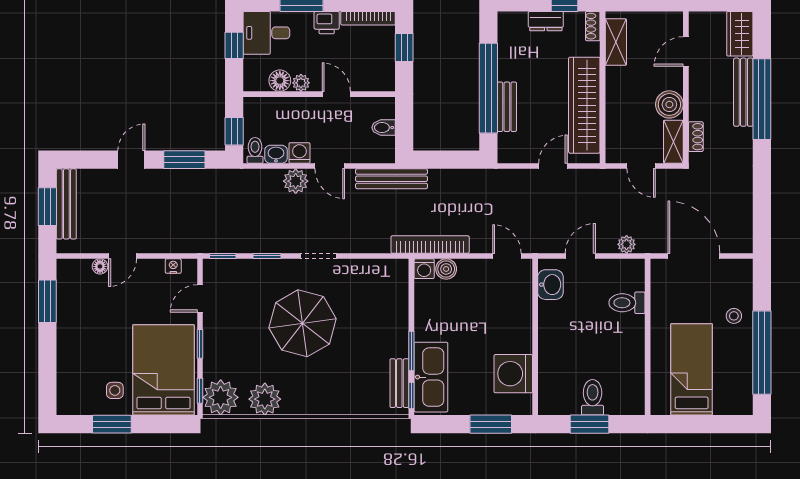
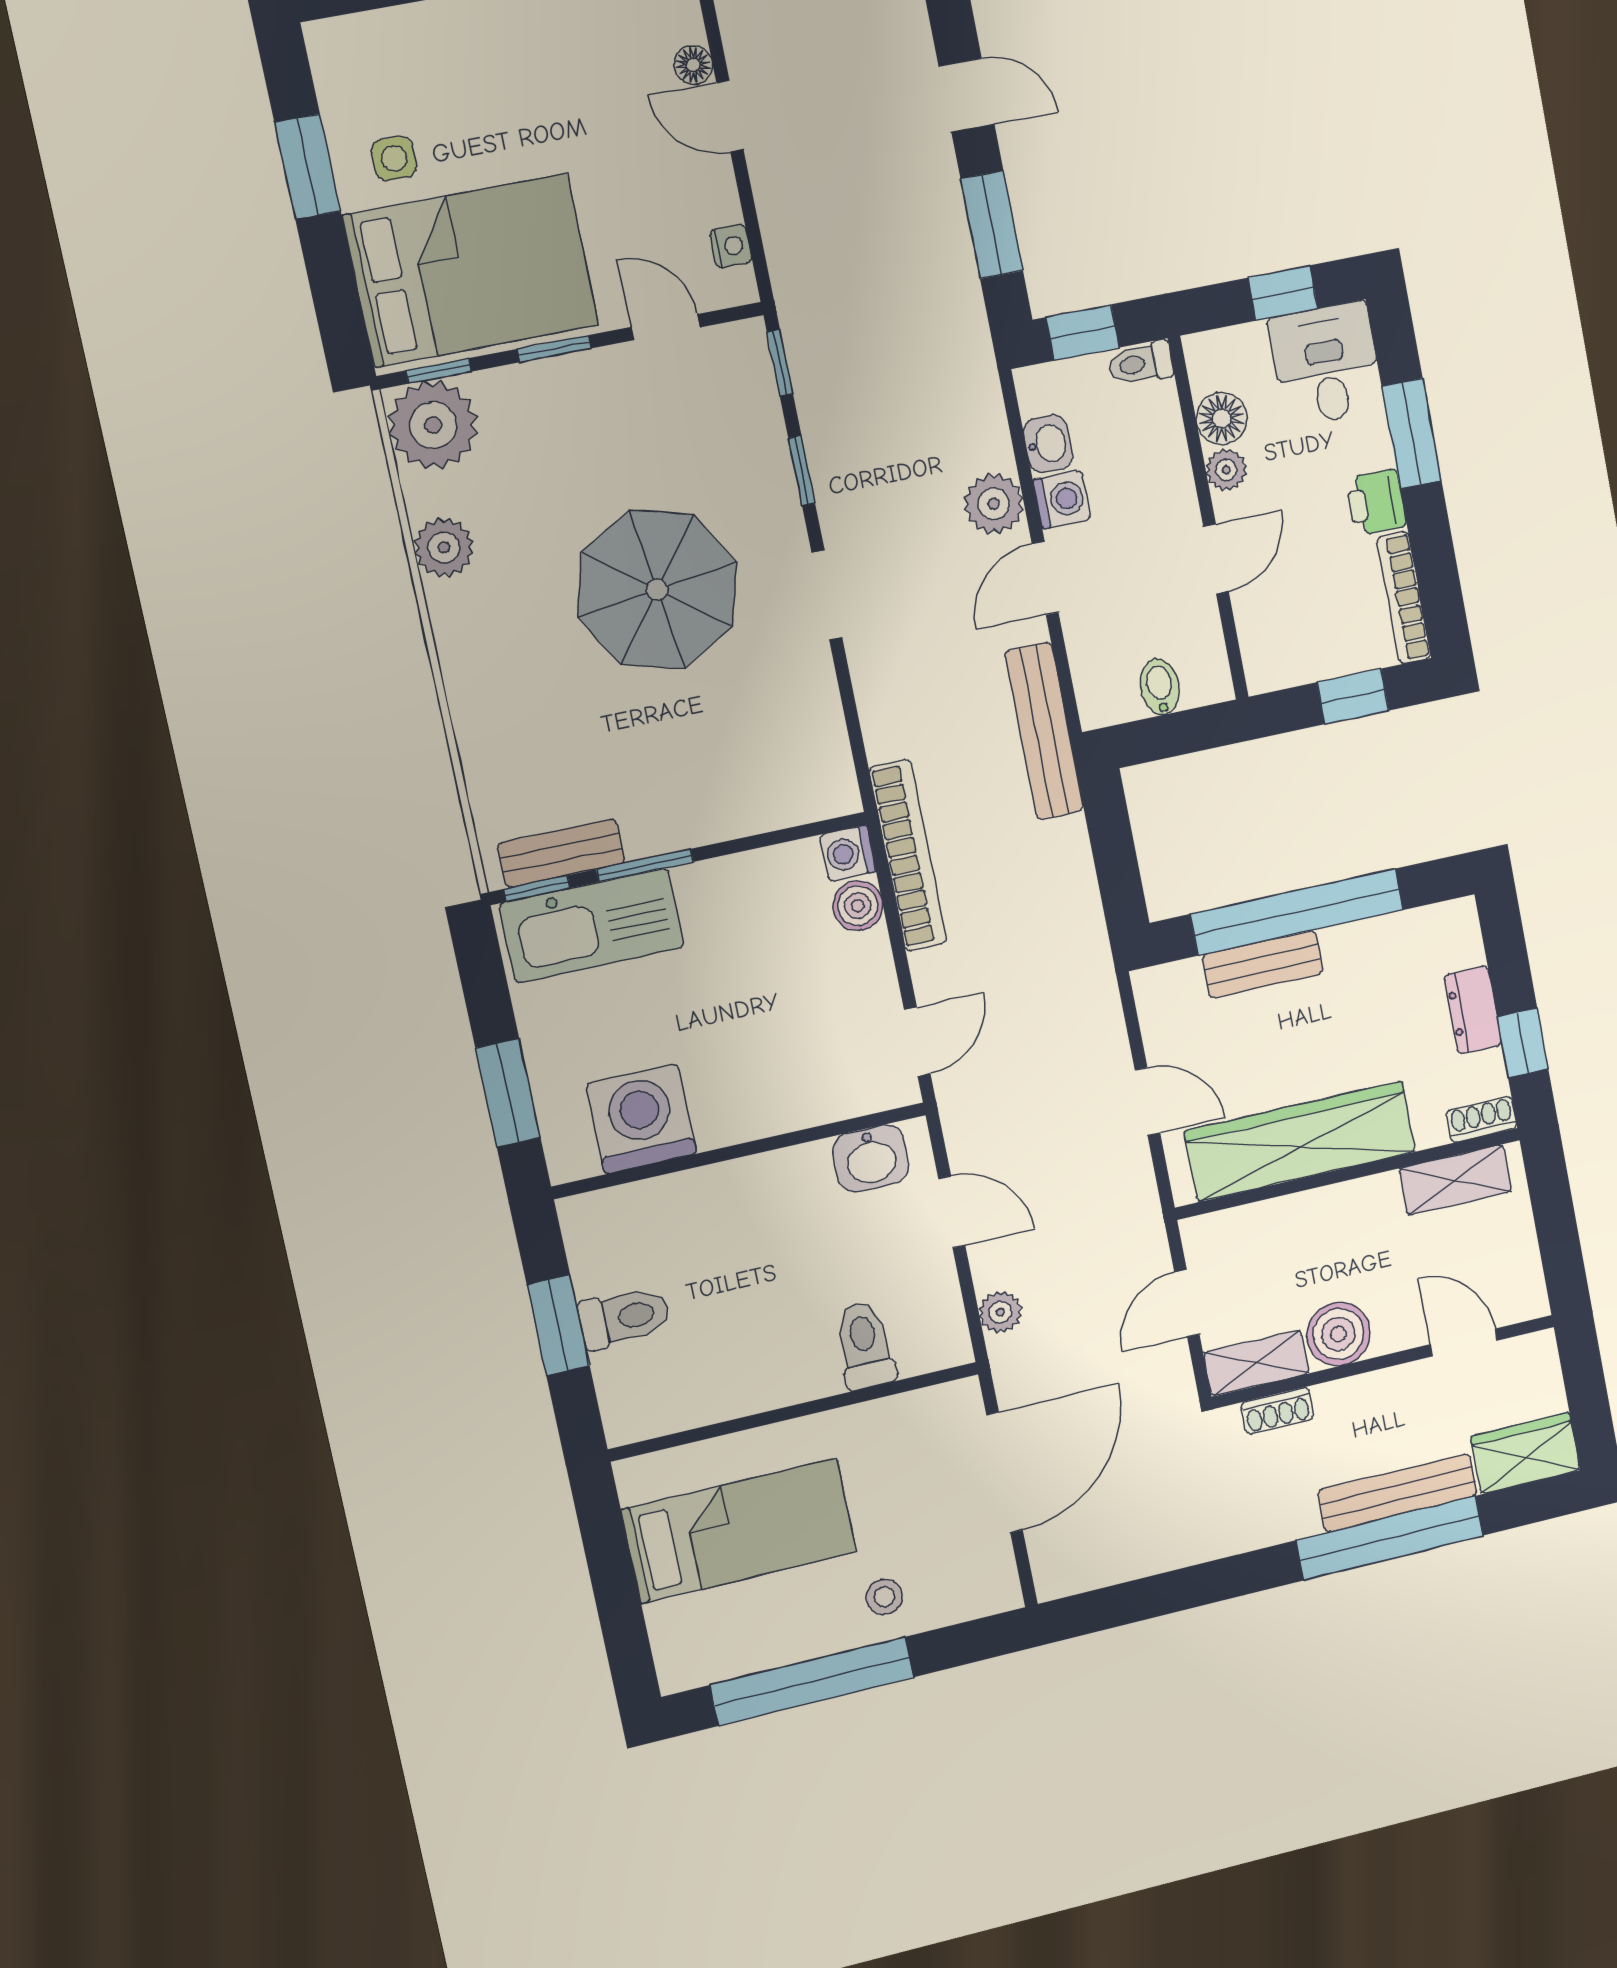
toilet: (255, 150) -> (1141, 363), moved, turned 180
plant: (265, 399) -> (444, 547), width x0.73, depth x0.73

